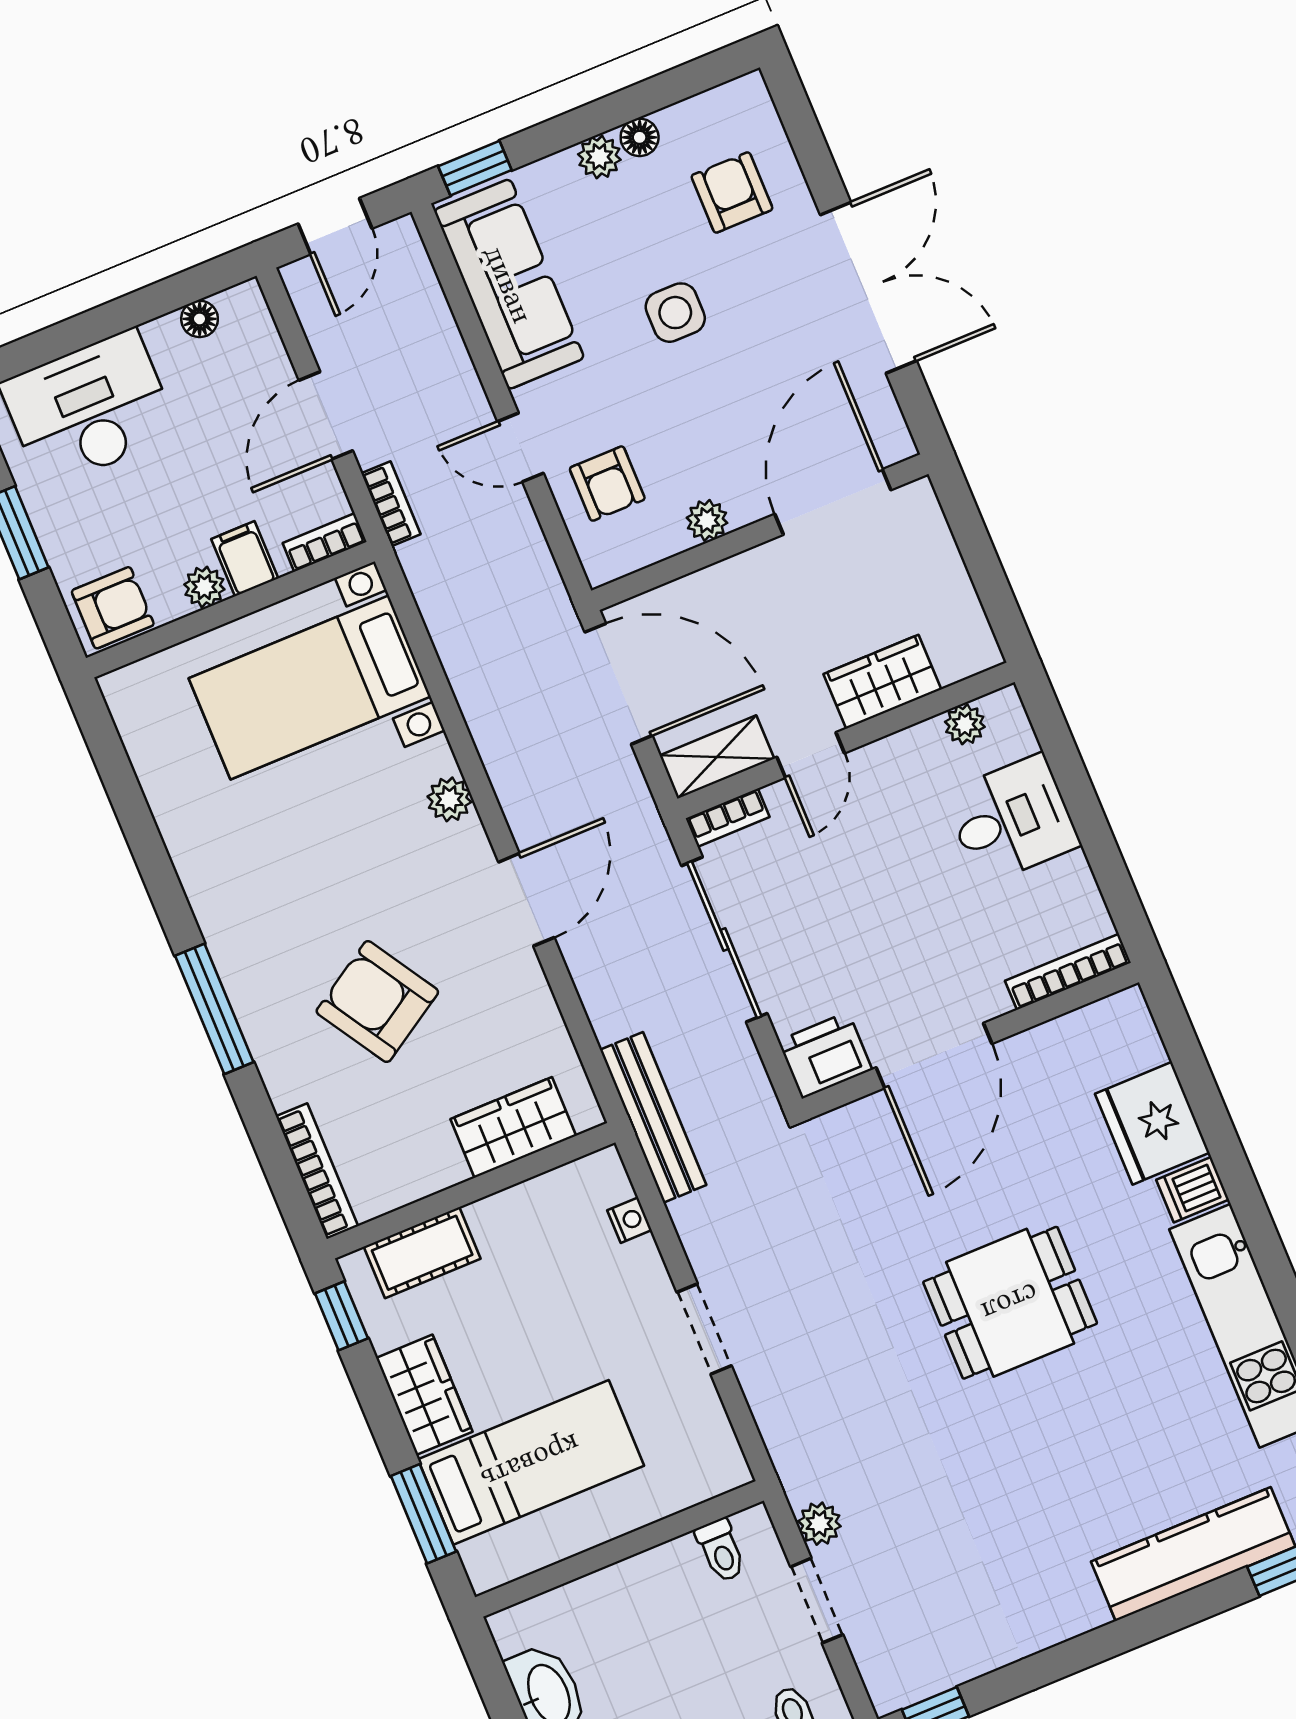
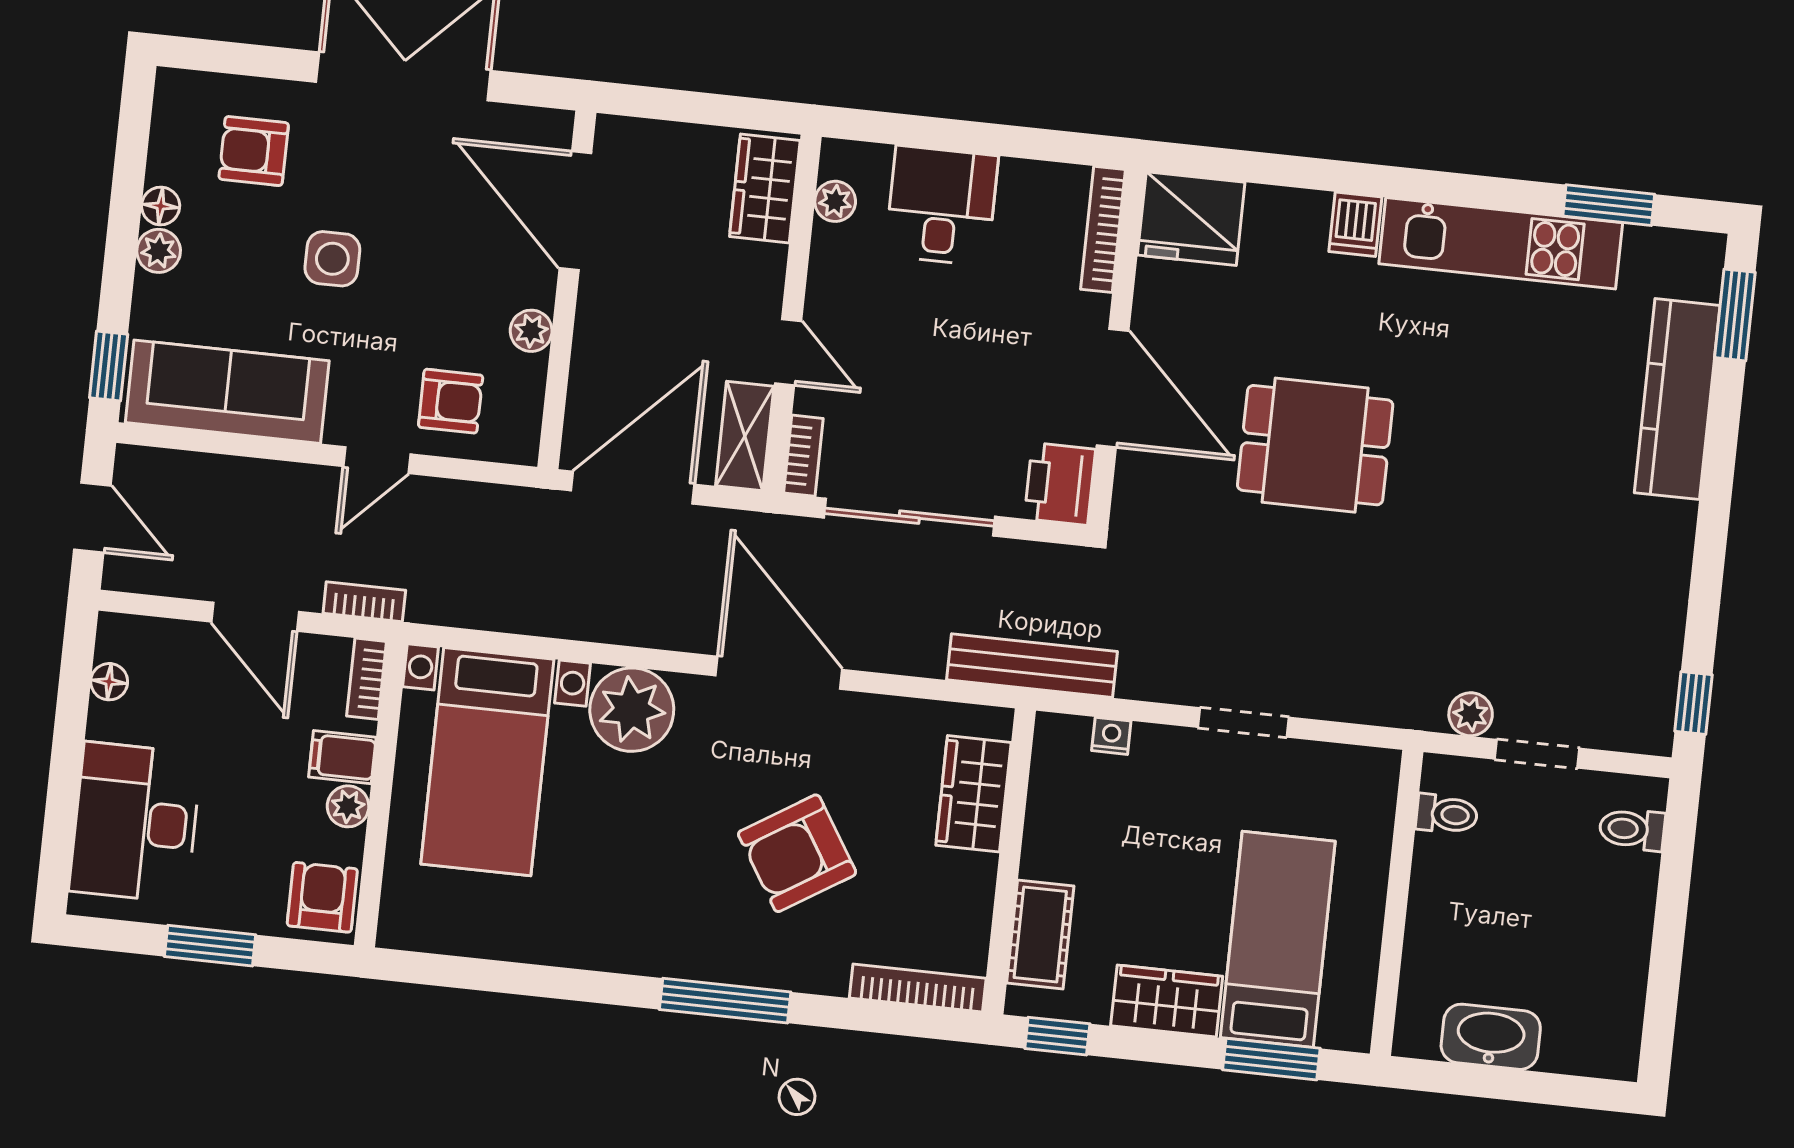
wardrobe: (882, 682) -> (765, 189), moved
plant: (449, 799) -> (632, 710), width x1.88, depth x1.88
door: (526, 900) -> (779, 673), width x1.36
fridge: (1152, 1123) -> (1191, 219), moved
dining table: (1010, 1303) -> (1315, 445), moved, turned 90

